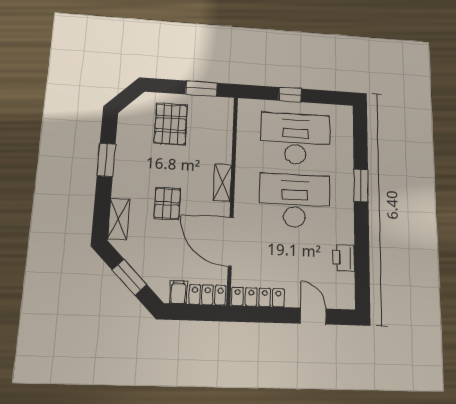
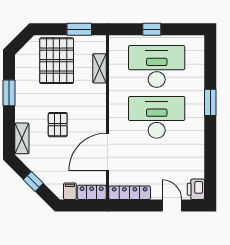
pallet: (171, 124) -> (57, 61), width x1.37, depth x1.41
shelving: (222, 183) -> (99, 68), moved
door: (231, 242) -> (107, 152), hinge flipped
printer: (344, 258) -> (196, 189), moved
window: (129, 277) -> (33, 181), width x0.67

